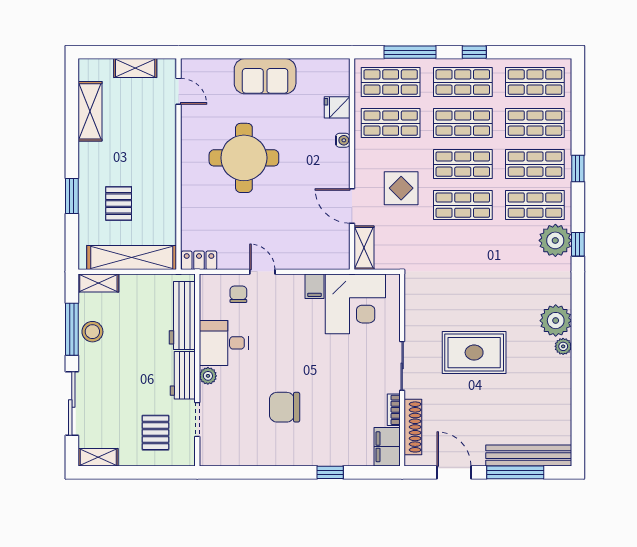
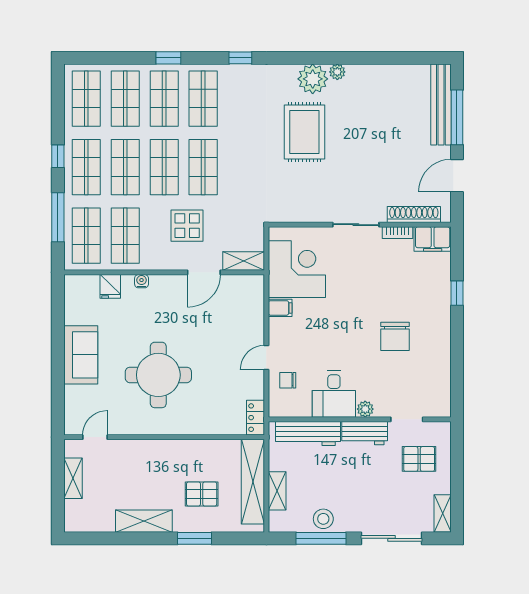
shelving: (90, 111) -> (144, 521), moved
plant: (555, 240) -> (237, 79), removed
shelving: (98, 283) -> (277, 491), moved
rug: (474, 353) -> (304, 132), moved

